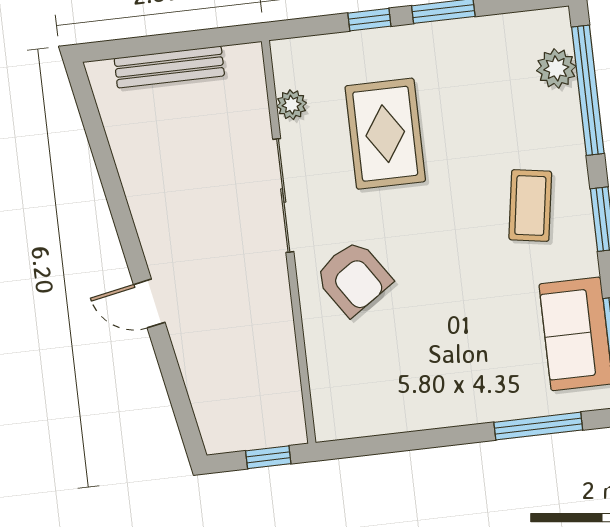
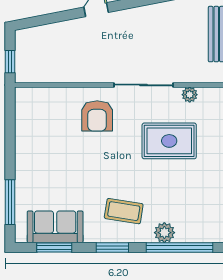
plant: (556, 68) -> (164, 233), moved
armchair: (353, 278) -> (97, 116), turned -56

